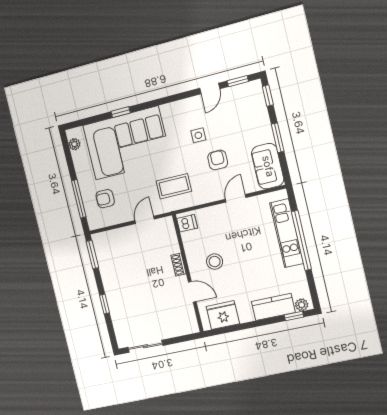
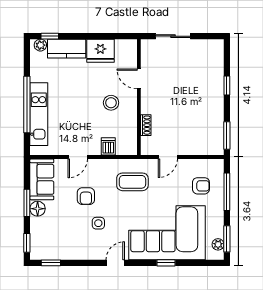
door: (210, 89) -> (115, 263), moved
floor lamp: (265, 134) -> (38, 209), added
window: (67, 152) -> (227, 239), added
dishwasher: (187, 223) -> (108, 146), moved, turned 90
shoe rack: (178, 265) -> (146, 125), moved
fridge: (223, 315) -> (100, 51), moved
sliding door: (145, 346) -> (173, 36), moved

